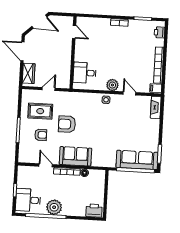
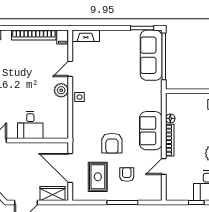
desk: (85, 73) -> (30, 125), moved
door: (49, 89) -> (70, 168), width x1.87

